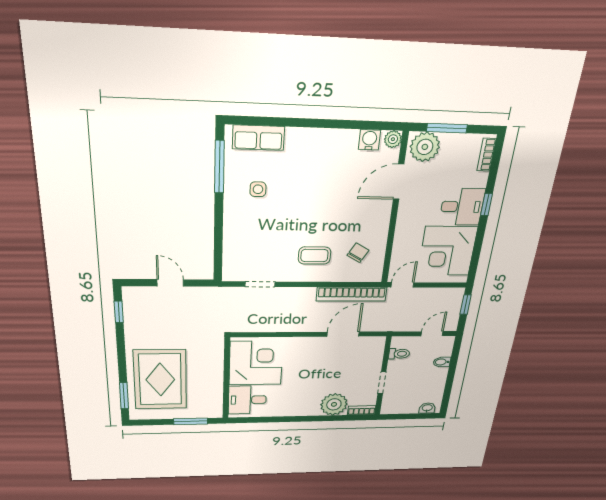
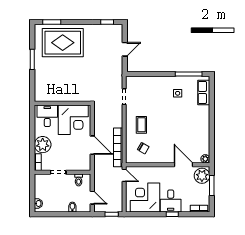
water cooler: (369, 140) -> (205, 147), removed
corner desk: (256, 363) -> (73, 120), moved
wall: (226, 379) -> (63, 103), moved
desk: (247, 400) -> (47, 116), moved

